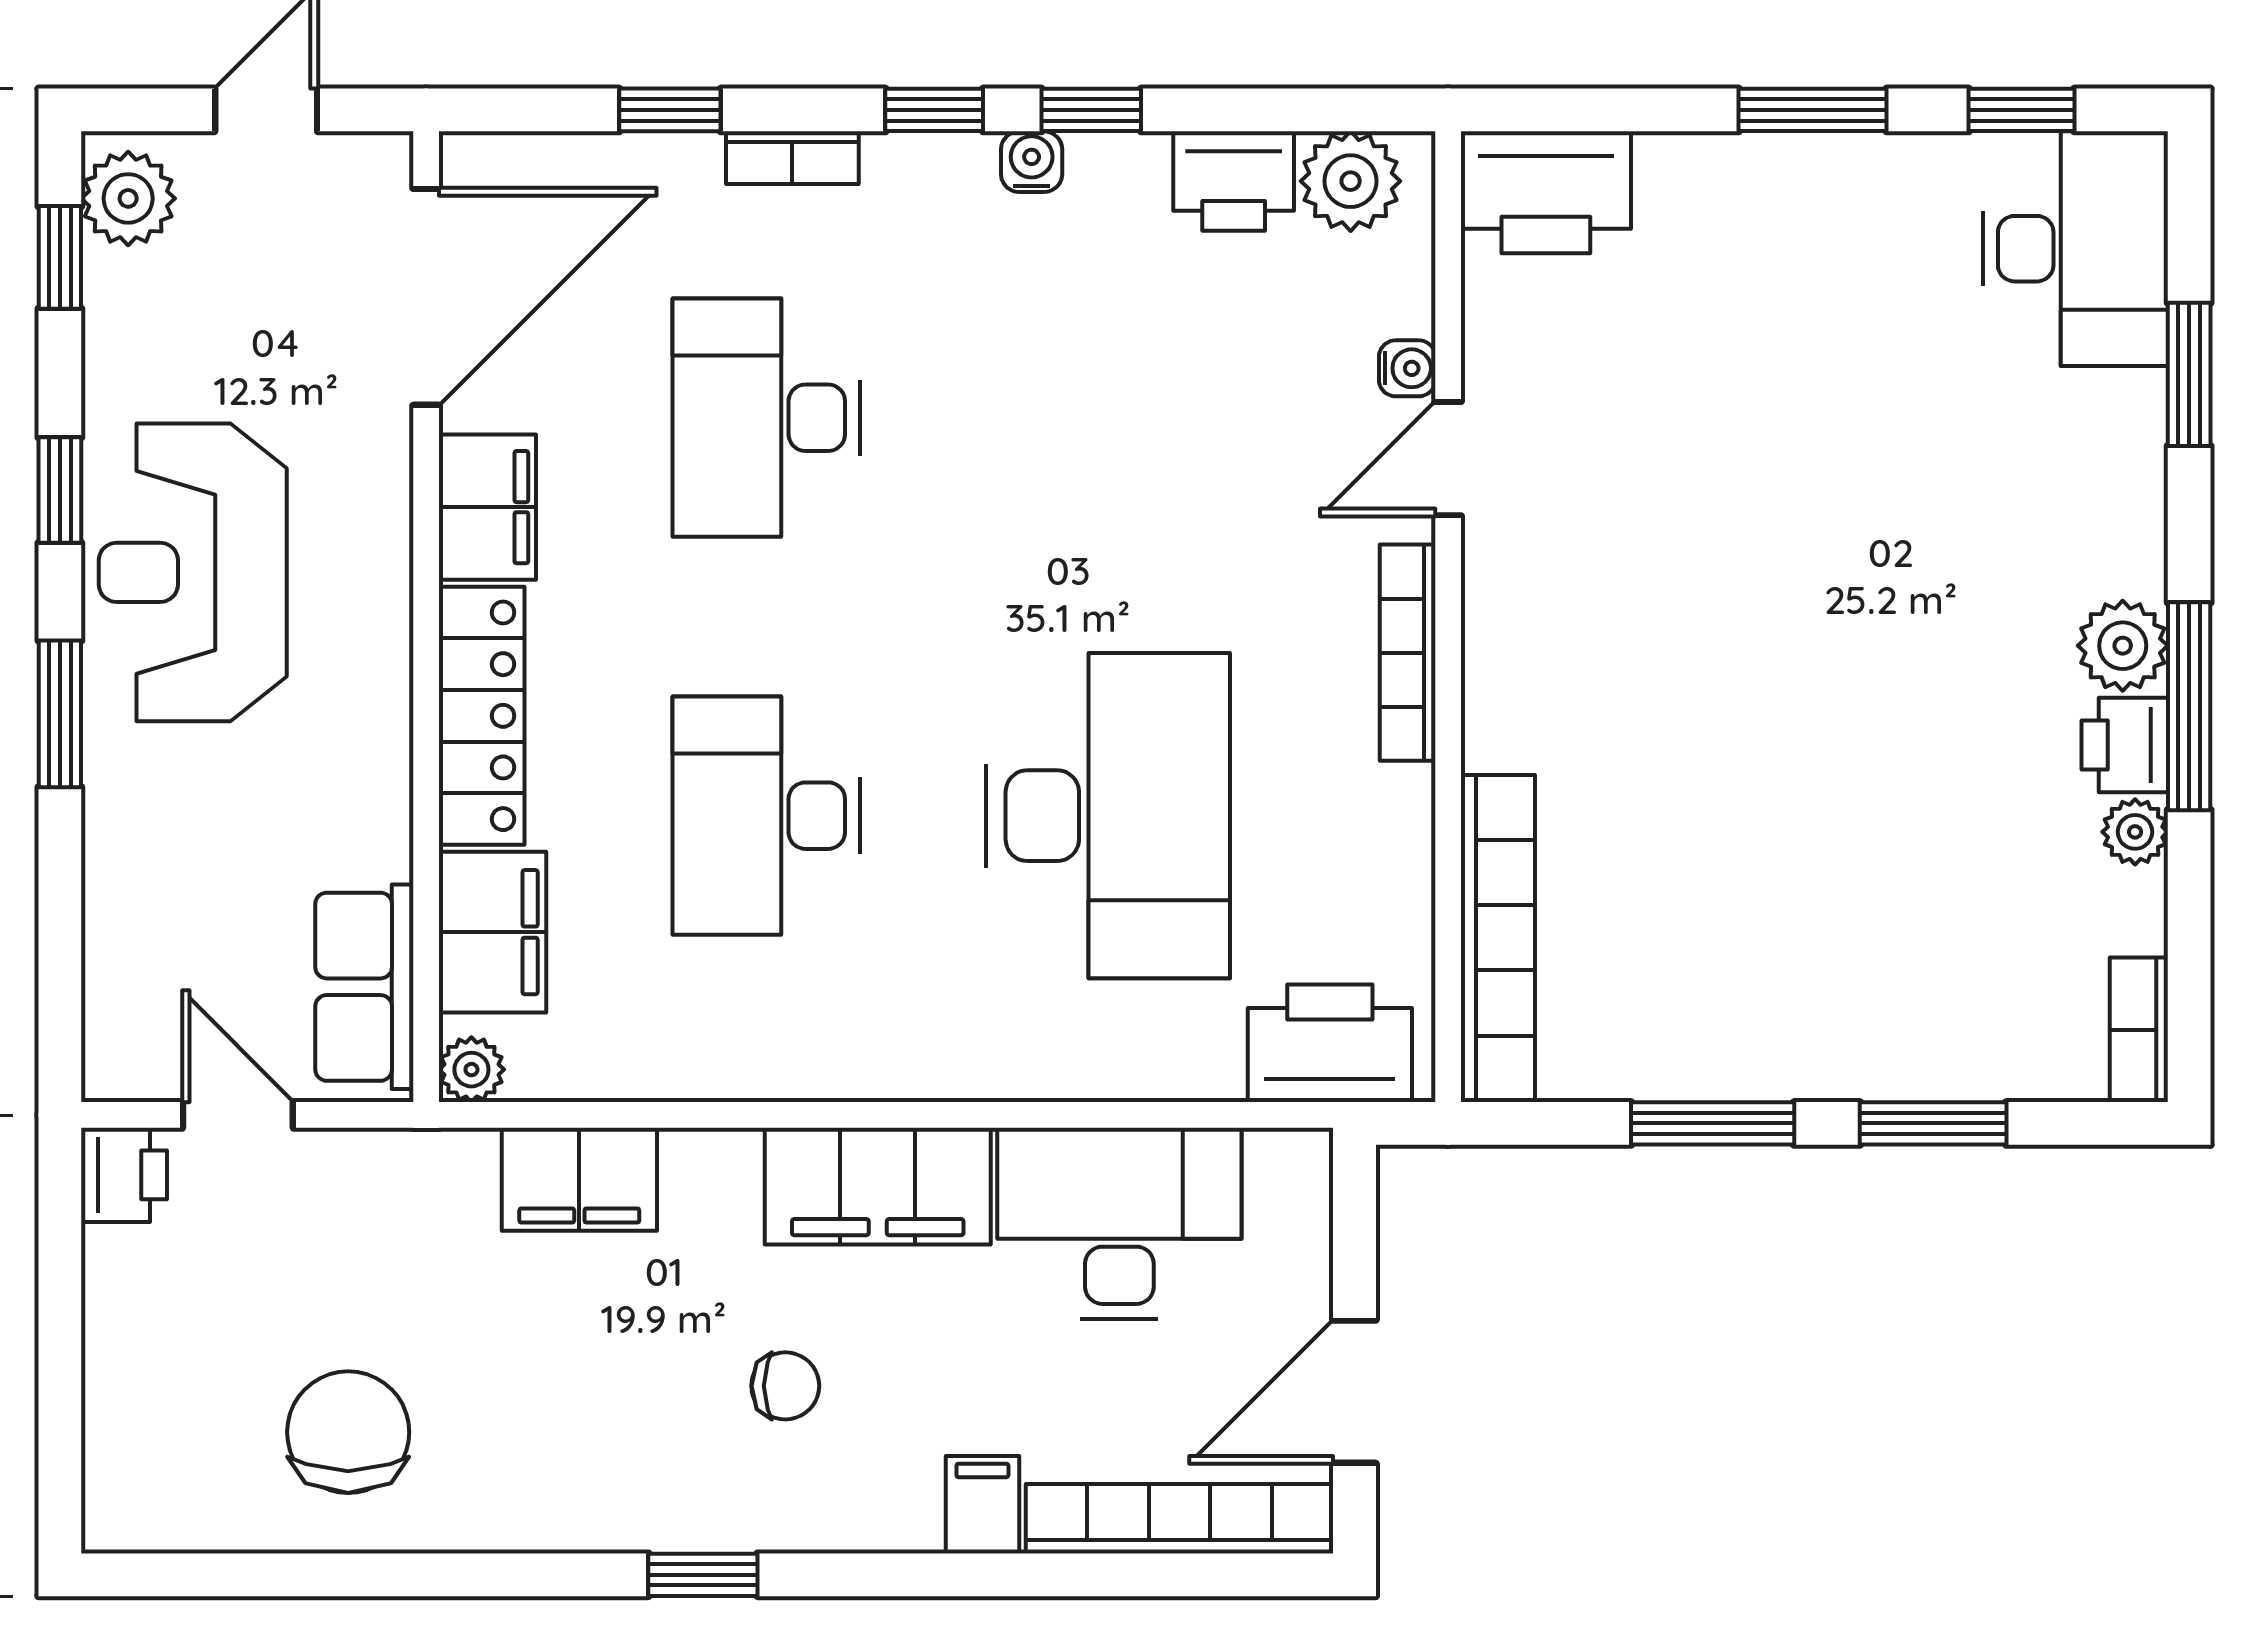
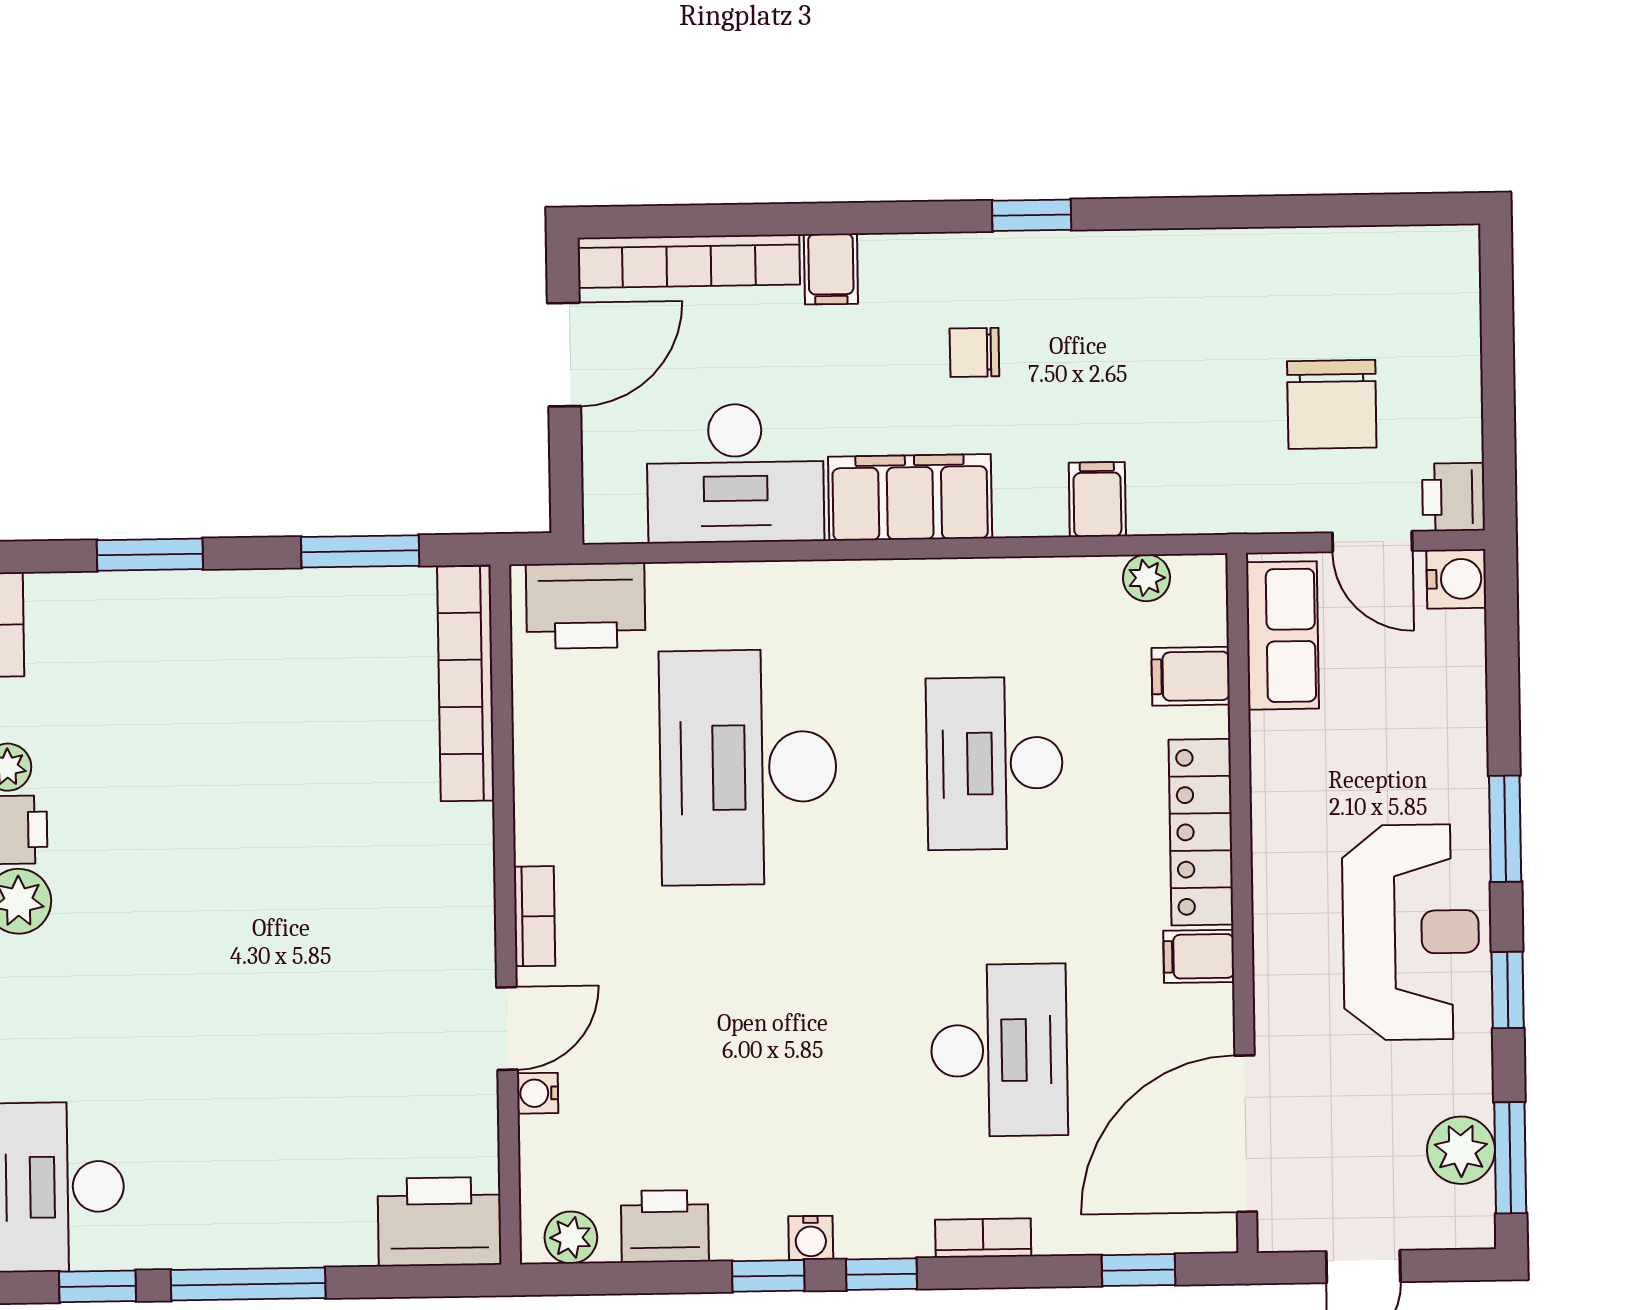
window: (670, 110) -> (1138, 1270), moved
window: (1813, 110) -> (248, 1284), width x1.44
plant: (1351, 181) -> (571, 1237), width x0.73, depth x0.73
plant: (128, 198) -> (1461, 1150), moved
window: (60, 257) -> (1510, 1158), width x1.50
filing cabinet: (487, 507) -> (1199, 956), width x0.50
bookcase: (1408, 653) -> (534, 916), width x0.64
desk: (766, 816) -> (995, 763), turned 180
filing cabinet: (493, 932) -> (1191, 676), width x0.50
water cooler: (122, 1061) -> (1456, 579), added
plant: (471, 1070) -> (1146, 578), moved
window: (1713, 1123) -> (360, 551), moved
filing cabinet: (579, 1179) -> (1097, 499), width x0.50
chair: (348, 1432) -> (1332, 404), moved

